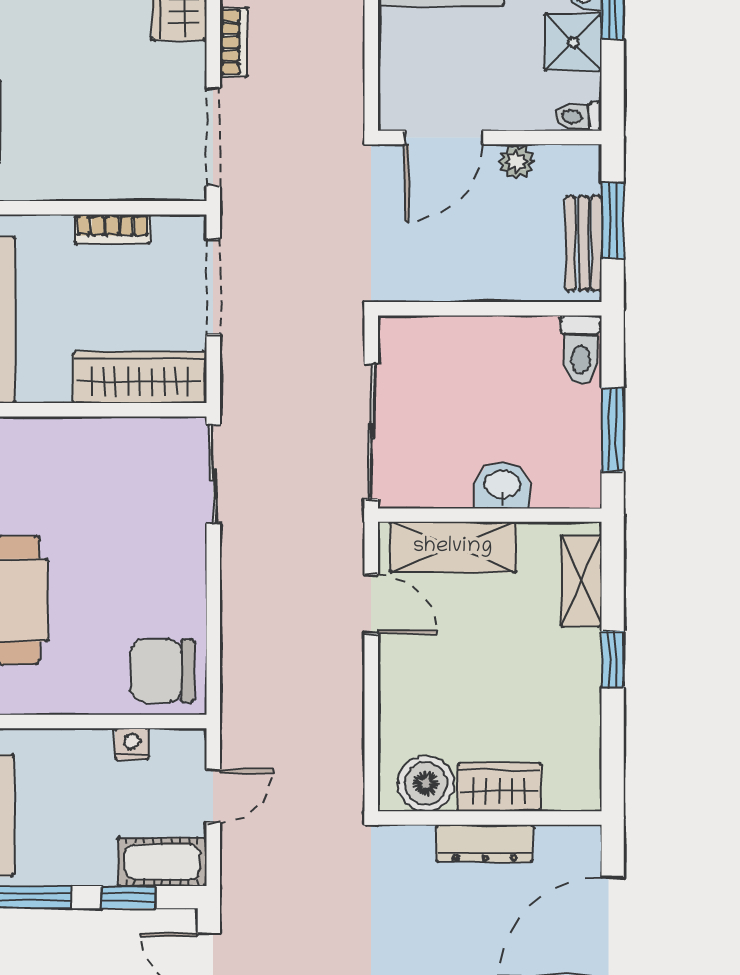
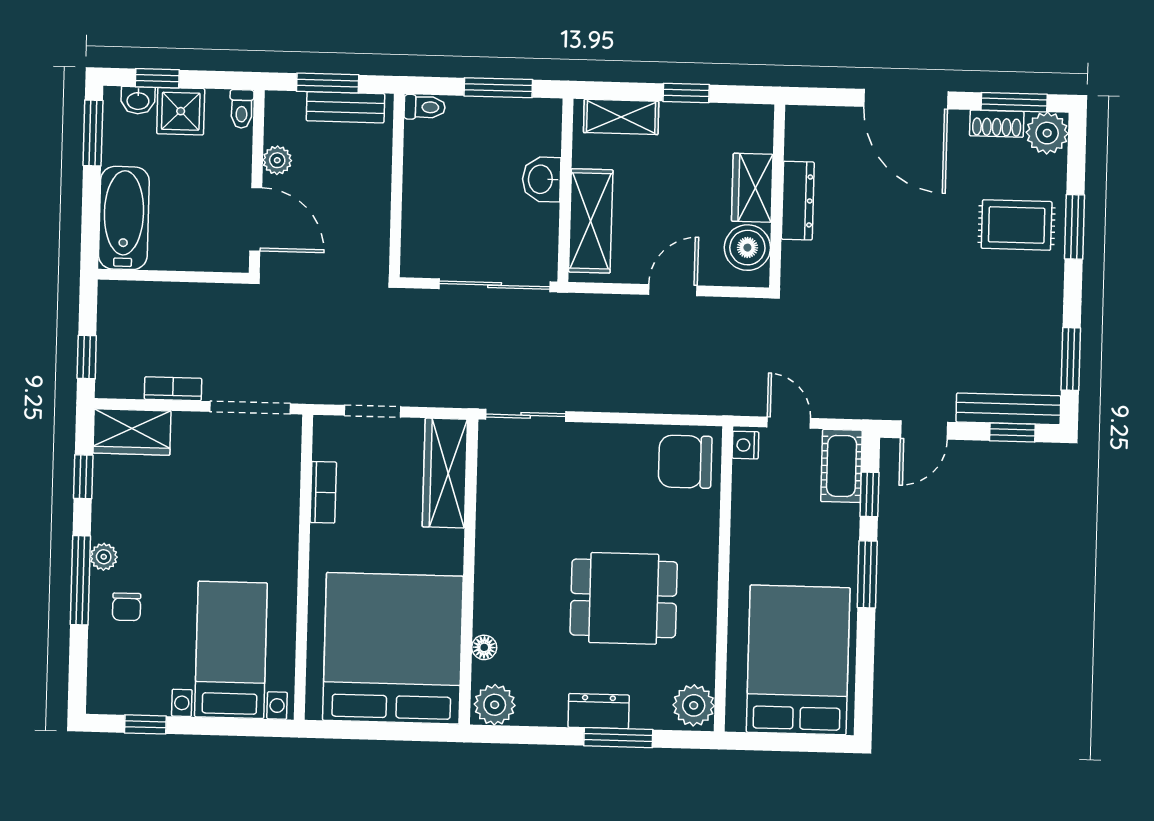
doorway: (213, 287) -> (373, 411), width x0.73
toilet: (581, 350) -> (425, 107), width x0.73, depth x0.72
door: (371, 604) -> (673, 290), moved
chair: (162, 671) -> (685, 462), turned 90
nightstand: (132, 744) -> (745, 445), moved
boiler: (426, 783) -> (747, 248), moved
wardrobe: (499, 787) -> (752, 188), moved
wall: (490, 818) -> (777, 196), moved
dresser: (485, 843) -> (798, 201), moved

